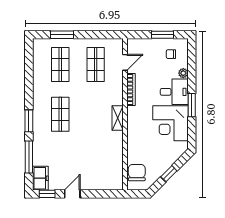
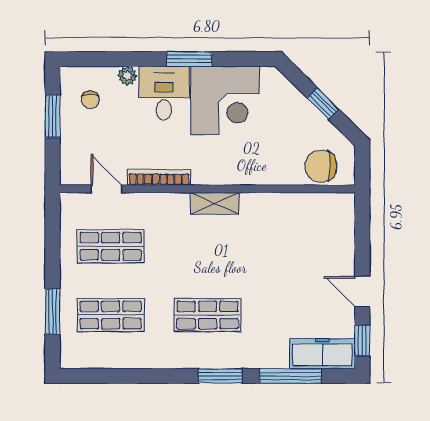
freezer: (40, 178) -> (322, 354), width x1.40

